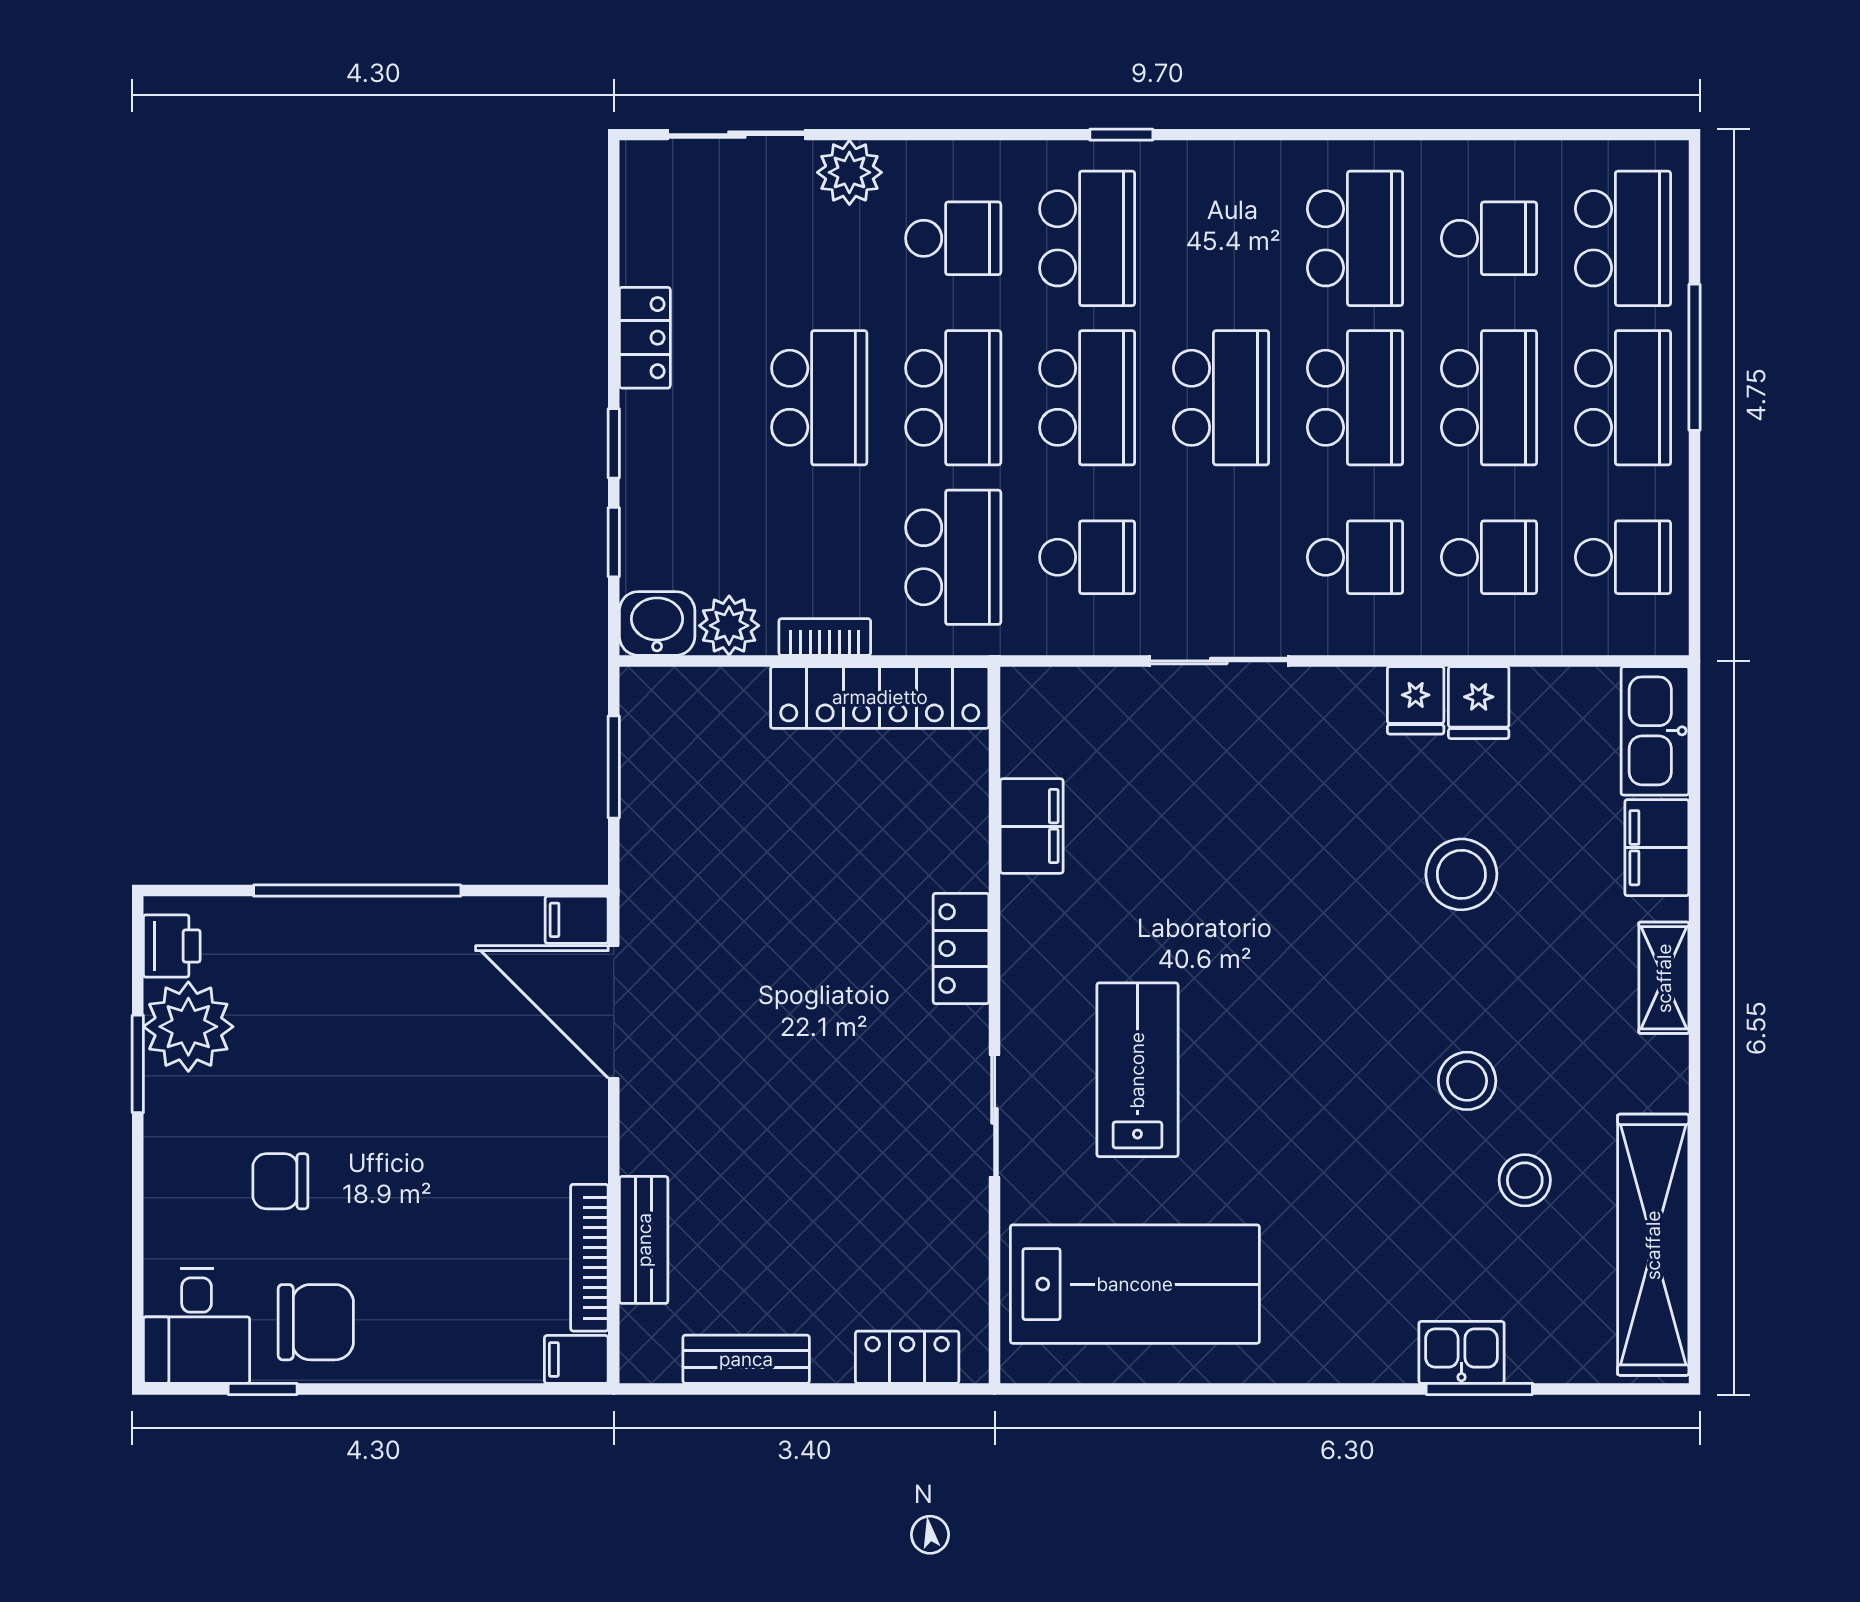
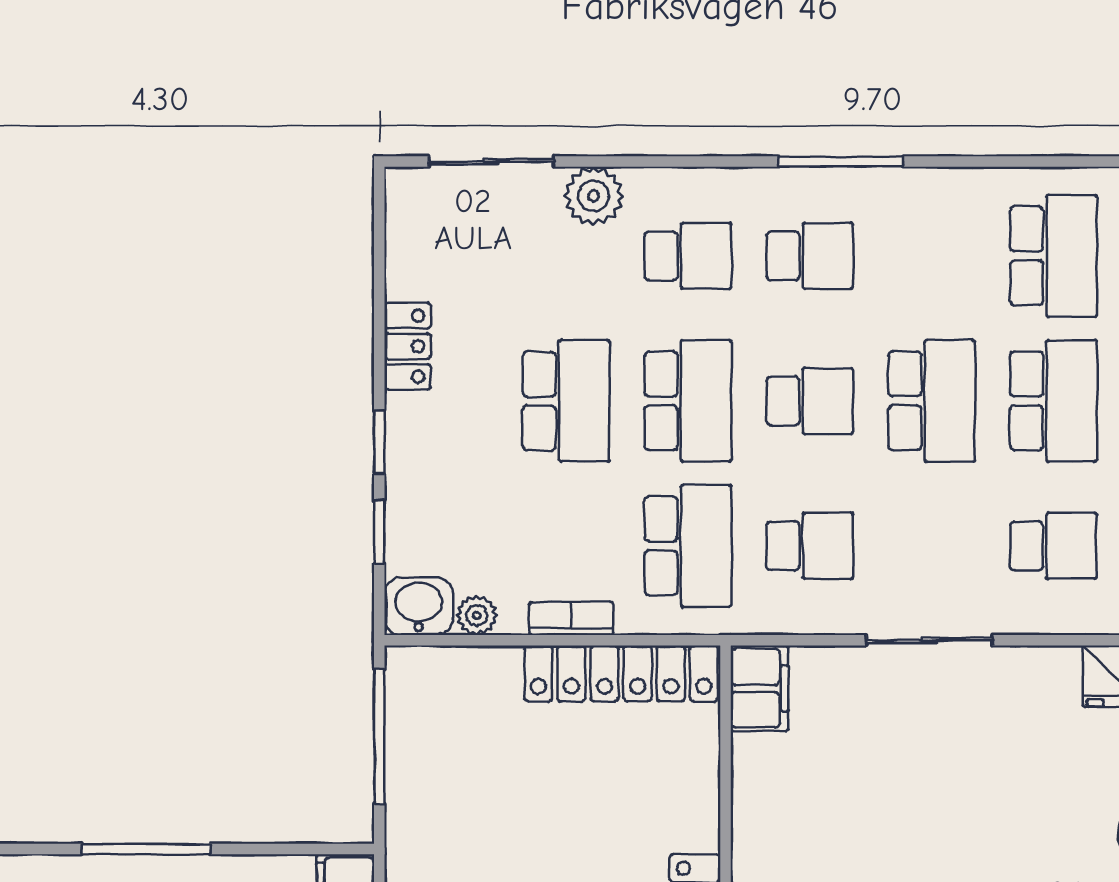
window: (1121, 135) -> (841, 162), width x2.17
school desk: (1087, 238) -> (810, 256), width x0.54
school desk: (1087, 398) -> (810, 401), width x0.54
plant: (729, 626) -> (477, 615), width x0.73, depth x0.73
window: (614, 767) -> (379, 737), width x1.44
filing cabinet: (1032, 826) -> (759, 688), moved
window: (357, 891) -> (146, 849), width x0.68

